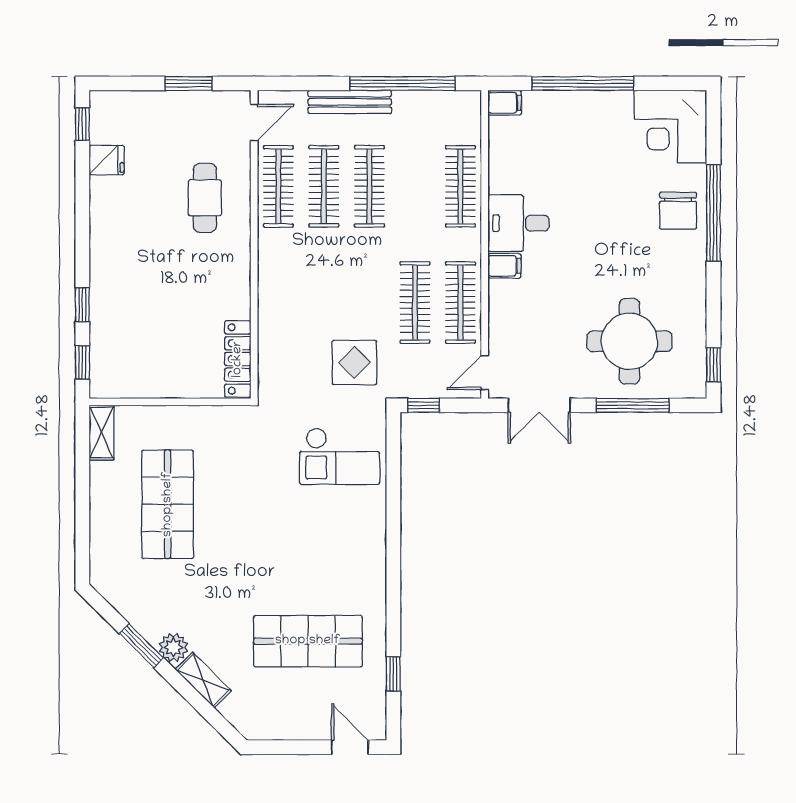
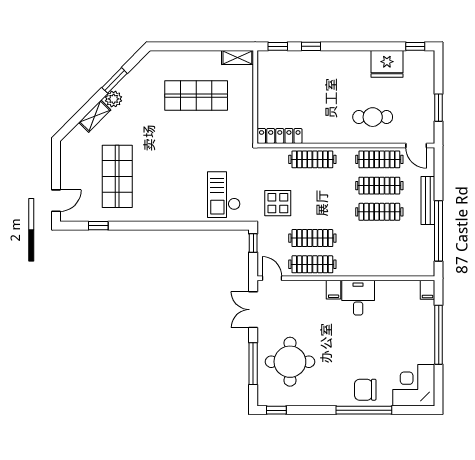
fridge: (107, 160) -> (387, 64), width x1.88, depth x1.34
clothes rail: (460, 186) -> (312, 159), moved

